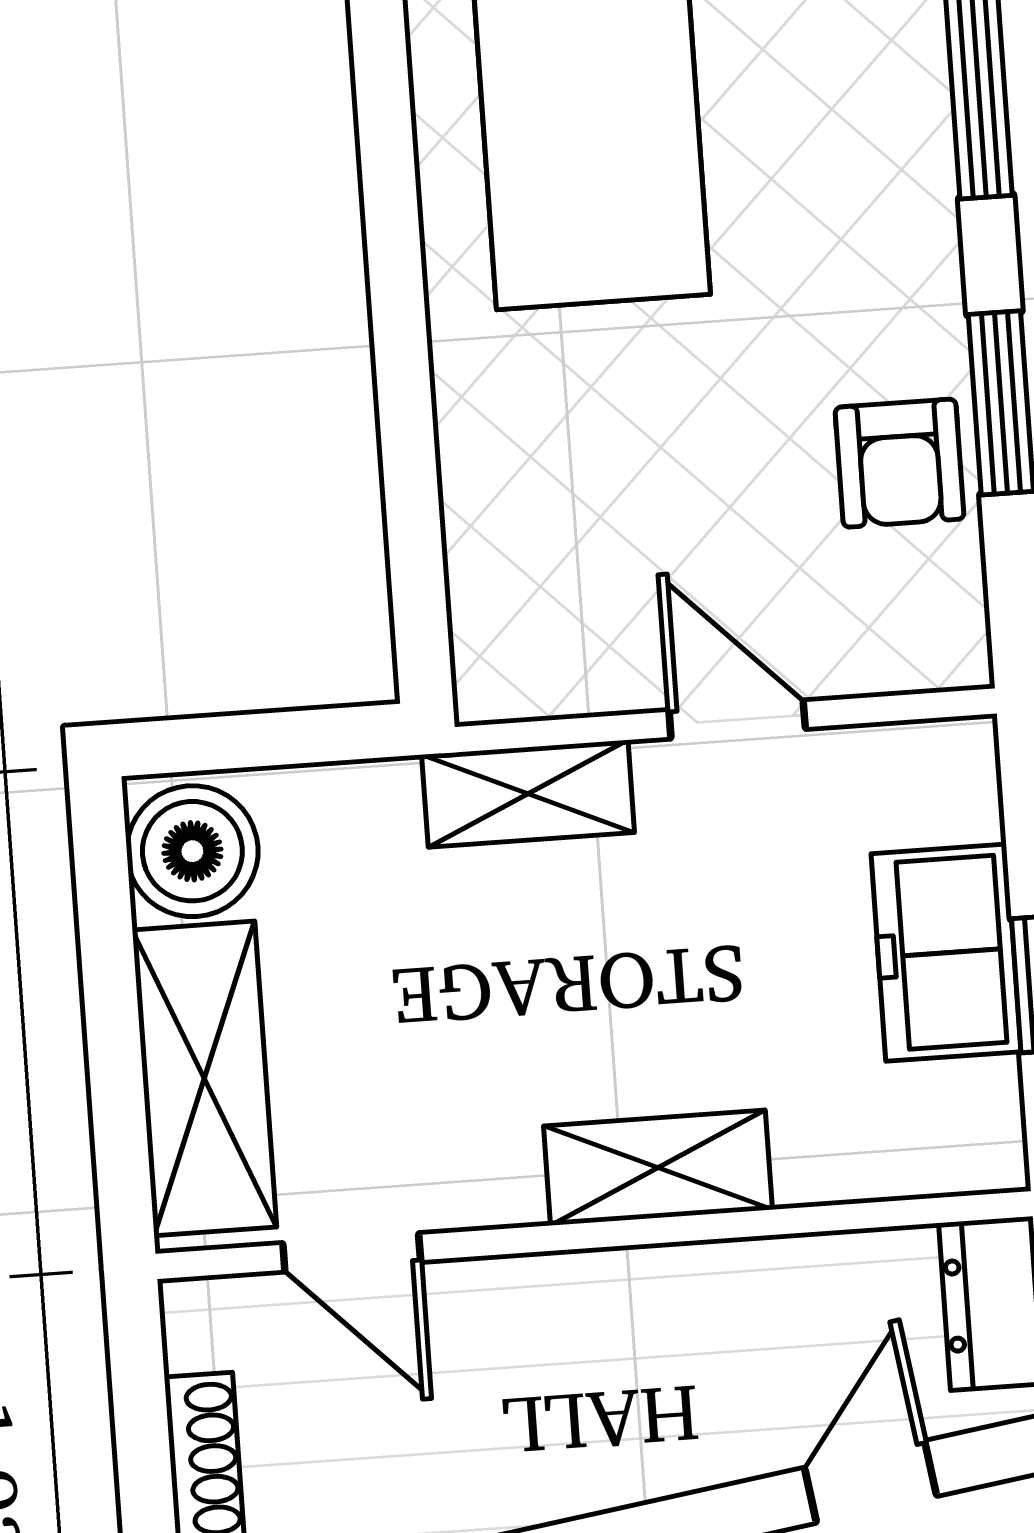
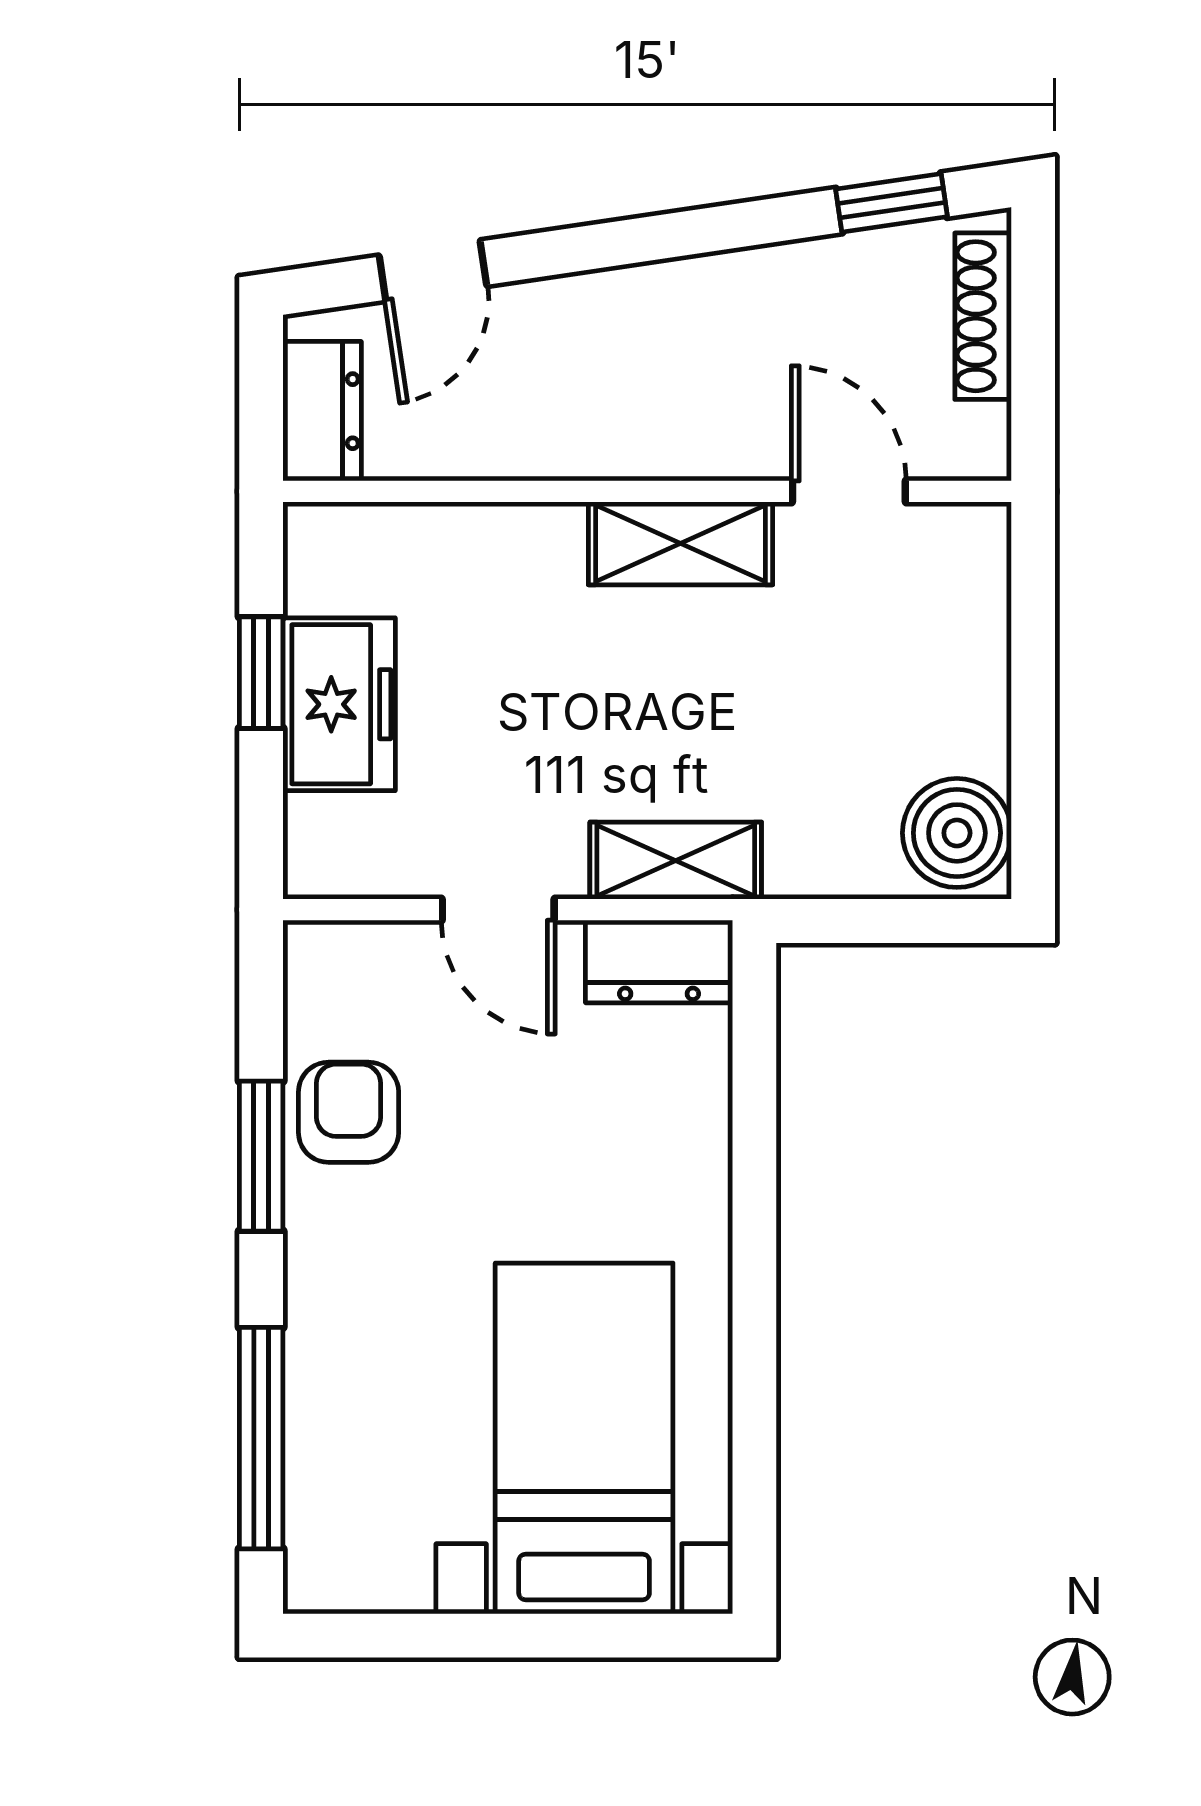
dresser: (539, 671) -> (659, 961), added
shelving: (204, 1078) -> (960, 644), removed
shelving: (658, 1168) -> (680, 543), moved

